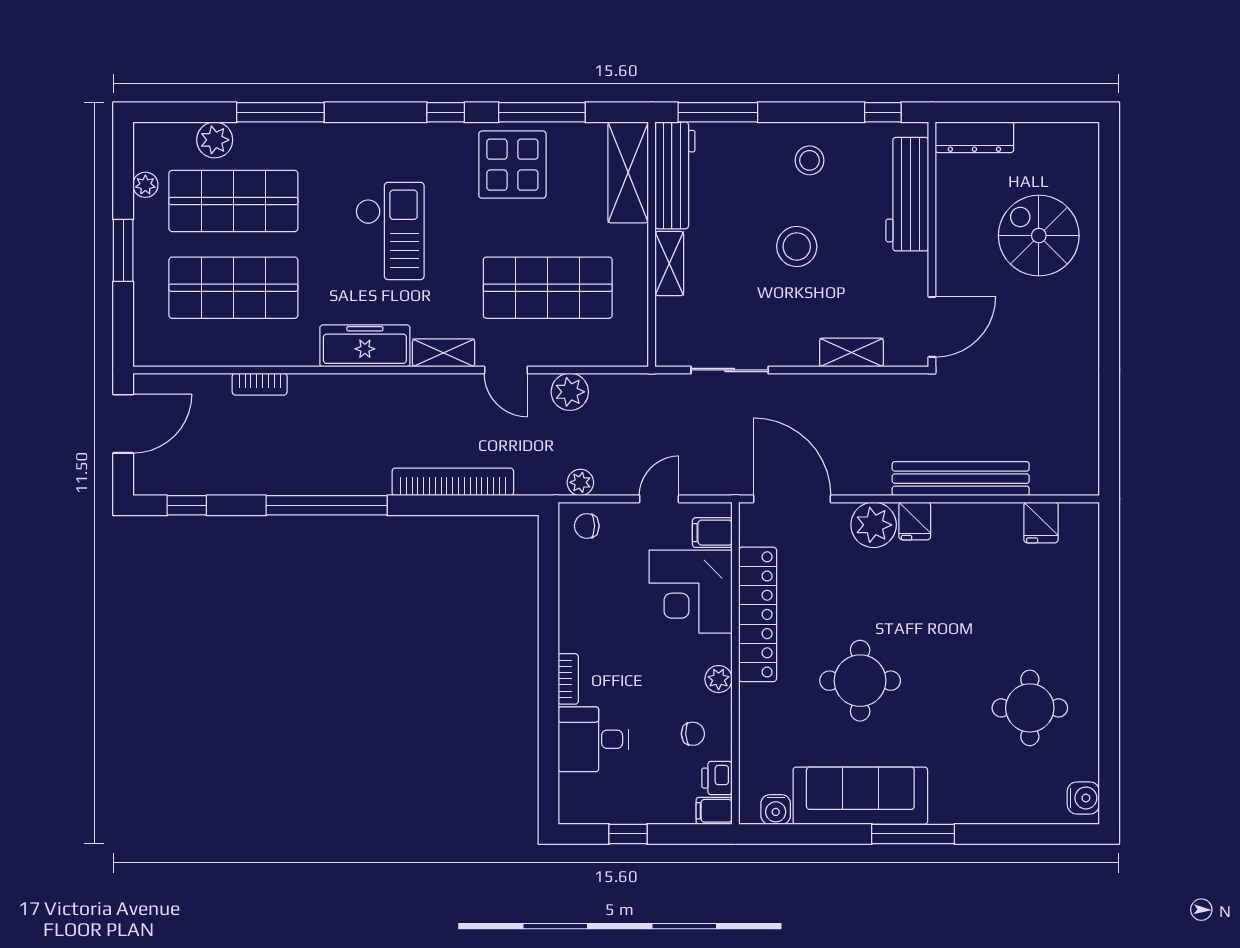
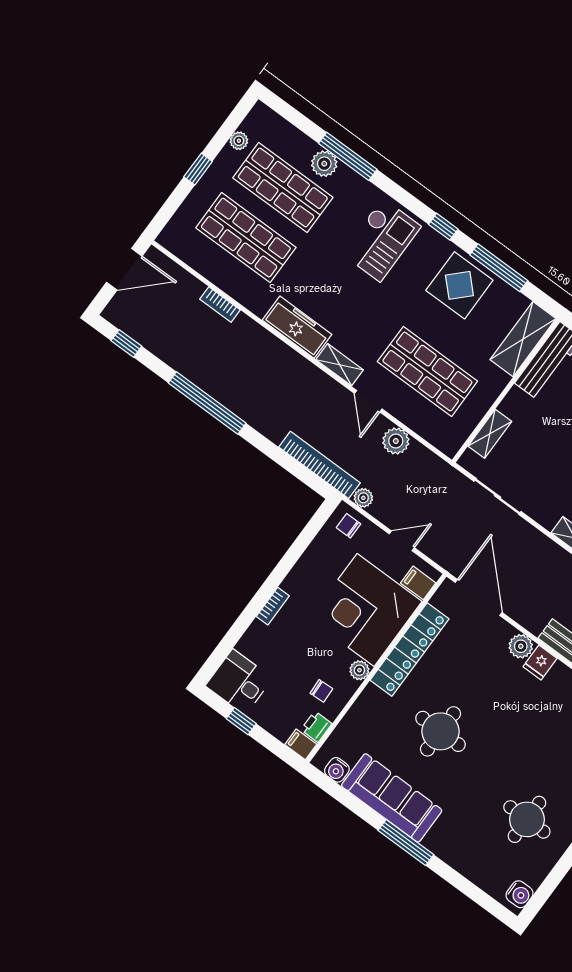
plant: (215, 140) -> (324, 164), moved
checkout: (390, 231) -> (381, 240), moved
window: (123, 250) -> (198, 169), width x0.67
shelving: (669, 263) -> (490, 434), moved
bookcase: (453, 482) -> (319, 465), moved
plant: (874, 525) -> (521, 646), width x0.73, depth x0.73
corner desk: (691, 592) -> (366, 610), width x1.36, depth x1.36
desk: (593, 739) -> (239, 682), moved

